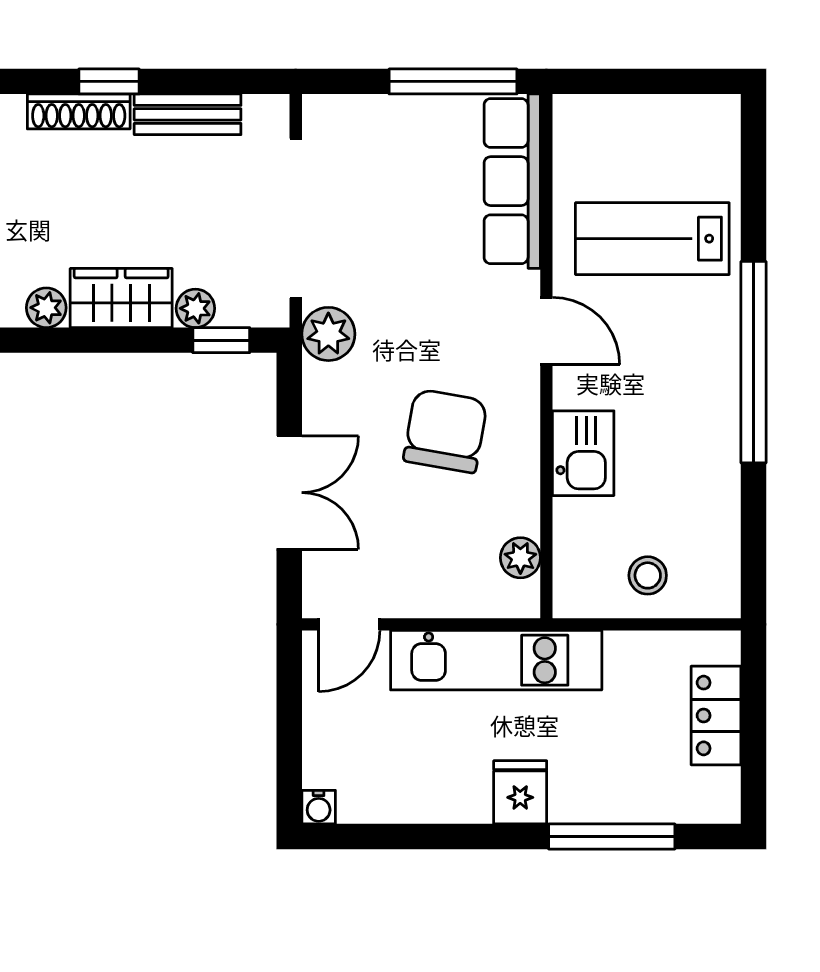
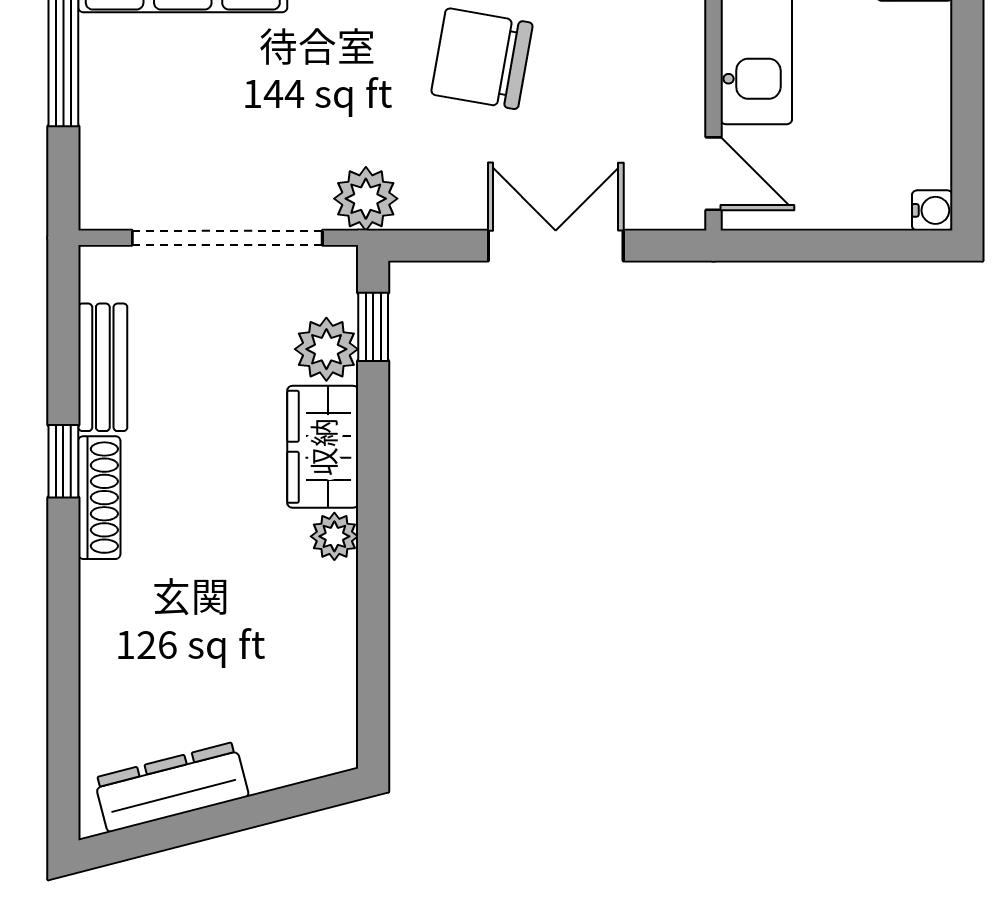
plant: (195, 308) -> (326, 349), width x1.38, depth x1.38

